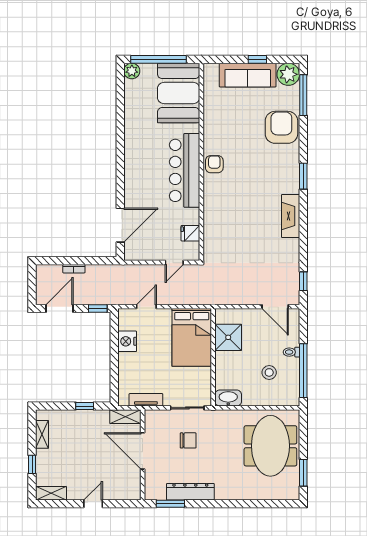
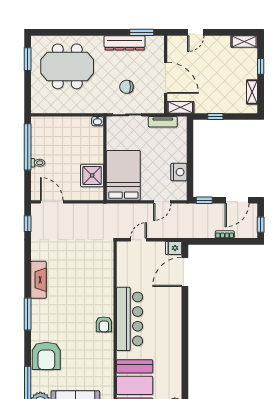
window: (303, 176) -> (28, 314), width x1.44
fridge: (190, 233) -> (174, 248), moved, turned 180
window: (32, 280) -> (261, 225), added
stool: (269, 372) -> (57, 145), removed
washbasin: (228, 398) -> (98, 121), width x0.52, depth x0.69
meeting table: (270, 446) -> (67, 66), moved, turned 90
door: (93, 504) -> (196, 32), moved

